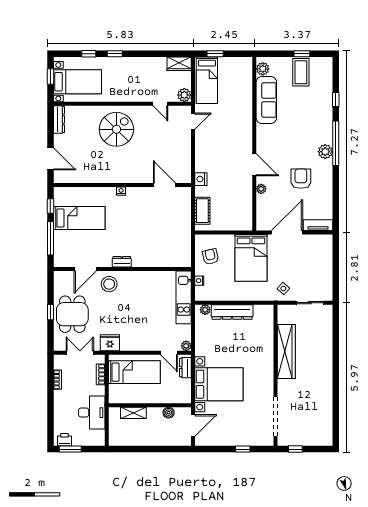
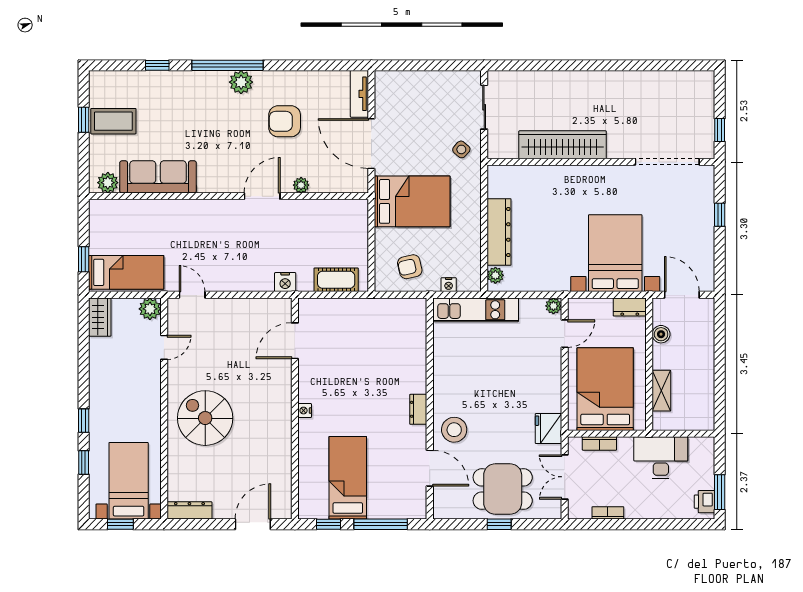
dresser: (185, 368) -> (630, 307), moved
bed: (134, 372) -> (605, 389), width x1.50

